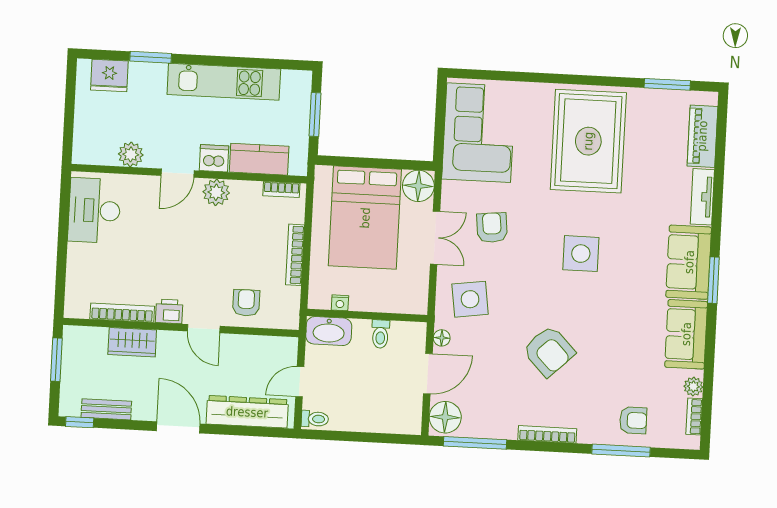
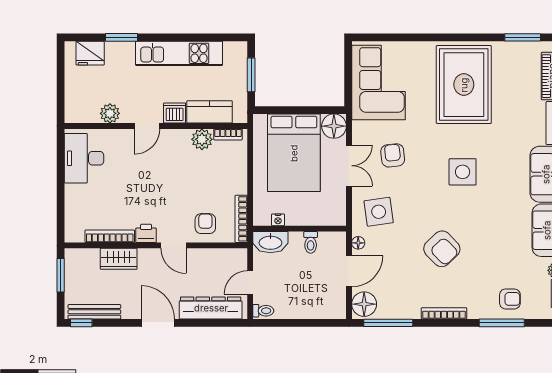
plant: (216, 192) -> (202, 139), moved
bookcase: (295, 255) -> (241, 219), moved
bench: (106, 409) -> (94, 312), width x1.36

